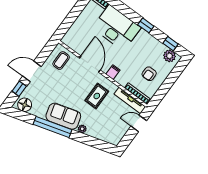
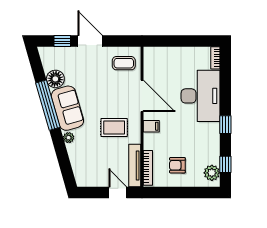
door: (90, 64) -> (142, 96), hinge flipped
floor lamp: (25, 105) -> (55, 79), moved

